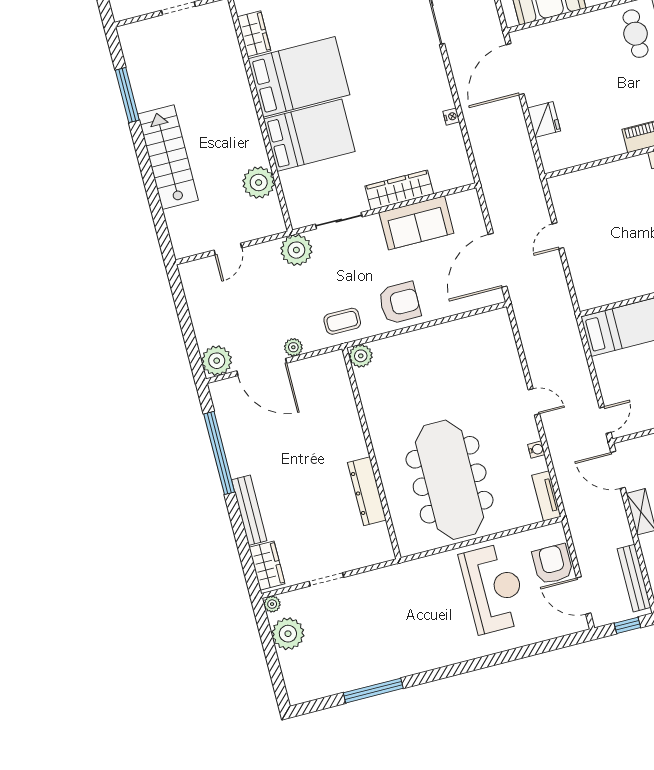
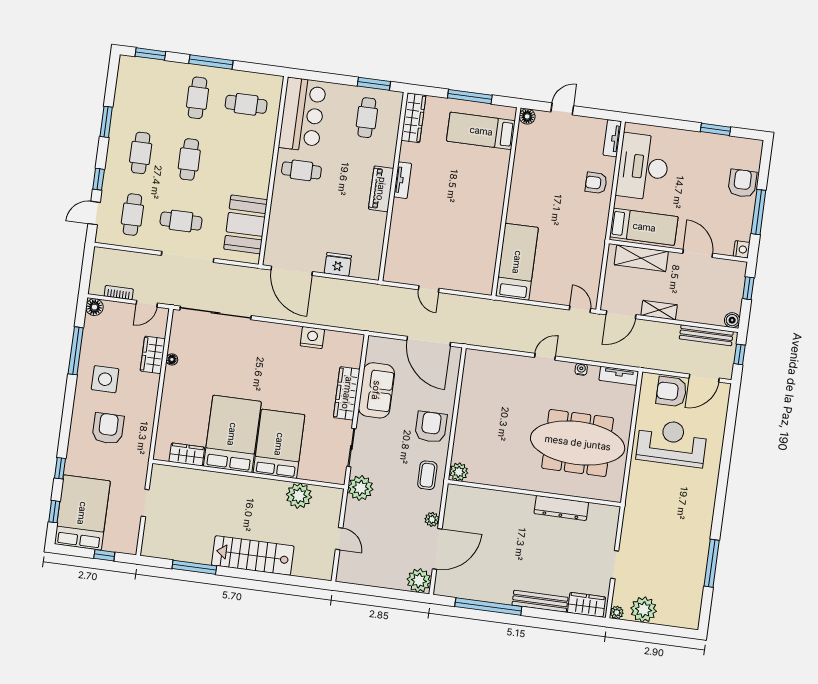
nightstand: (451, 117) -> (312, 338), width x1.89, depth x1.79

